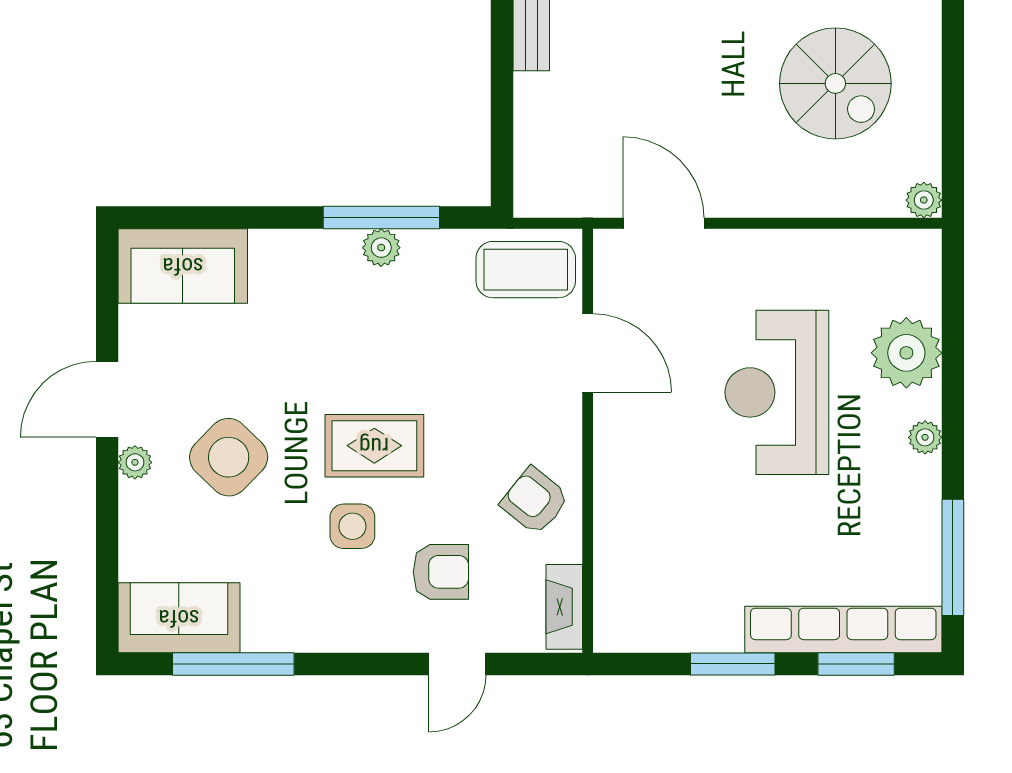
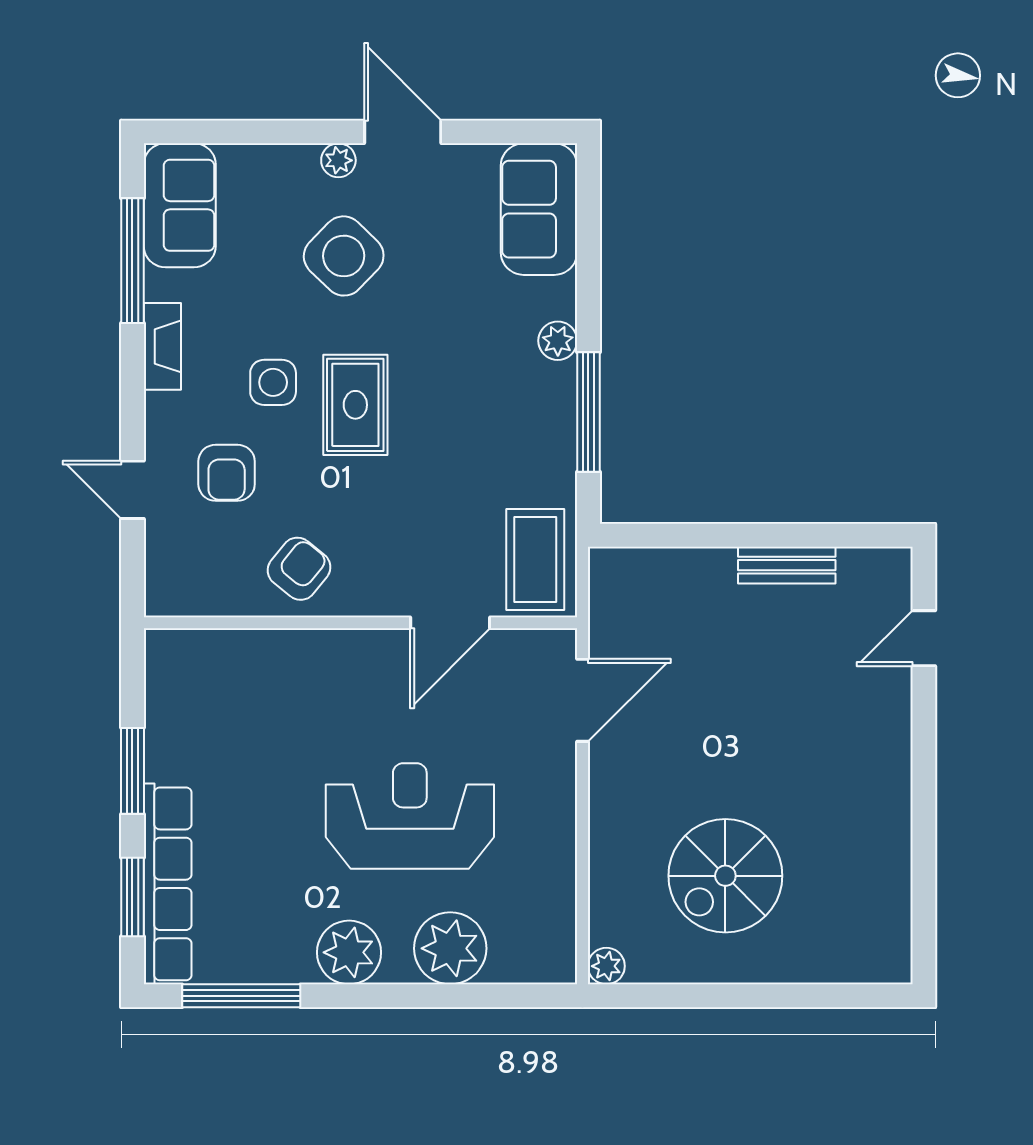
plant: (381, 248) -> (558, 341), moved
plant: (925, 437) -> (349, 952), width x1.88, depth x1.88
fireplace: (564, 607) -> (162, 346), moved, turned 90

